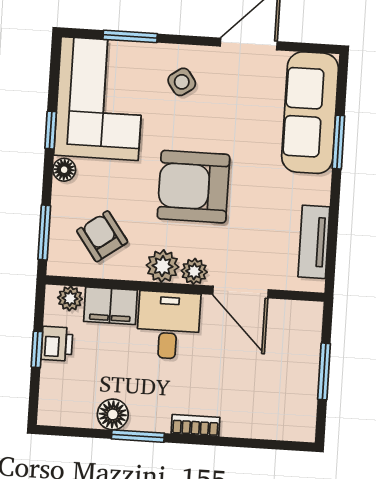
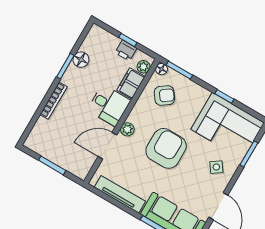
floor lamp: (64, 170) -> (162, 69), moved
tv unit: (314, 242) -> (120, 194), width x1.41
plant: (163, 266) -> (137, 116), removed
bookcase: (195, 425) -> (54, 101), width x1.56

